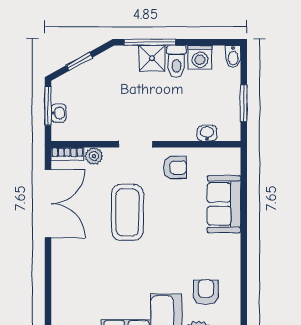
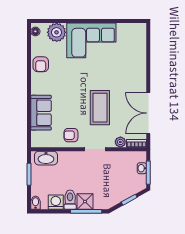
washbasin: (207, 133) -> (46, 158), width x1.91, depth x1.45
armchair: (206, 292) -> (41, 64), moved

